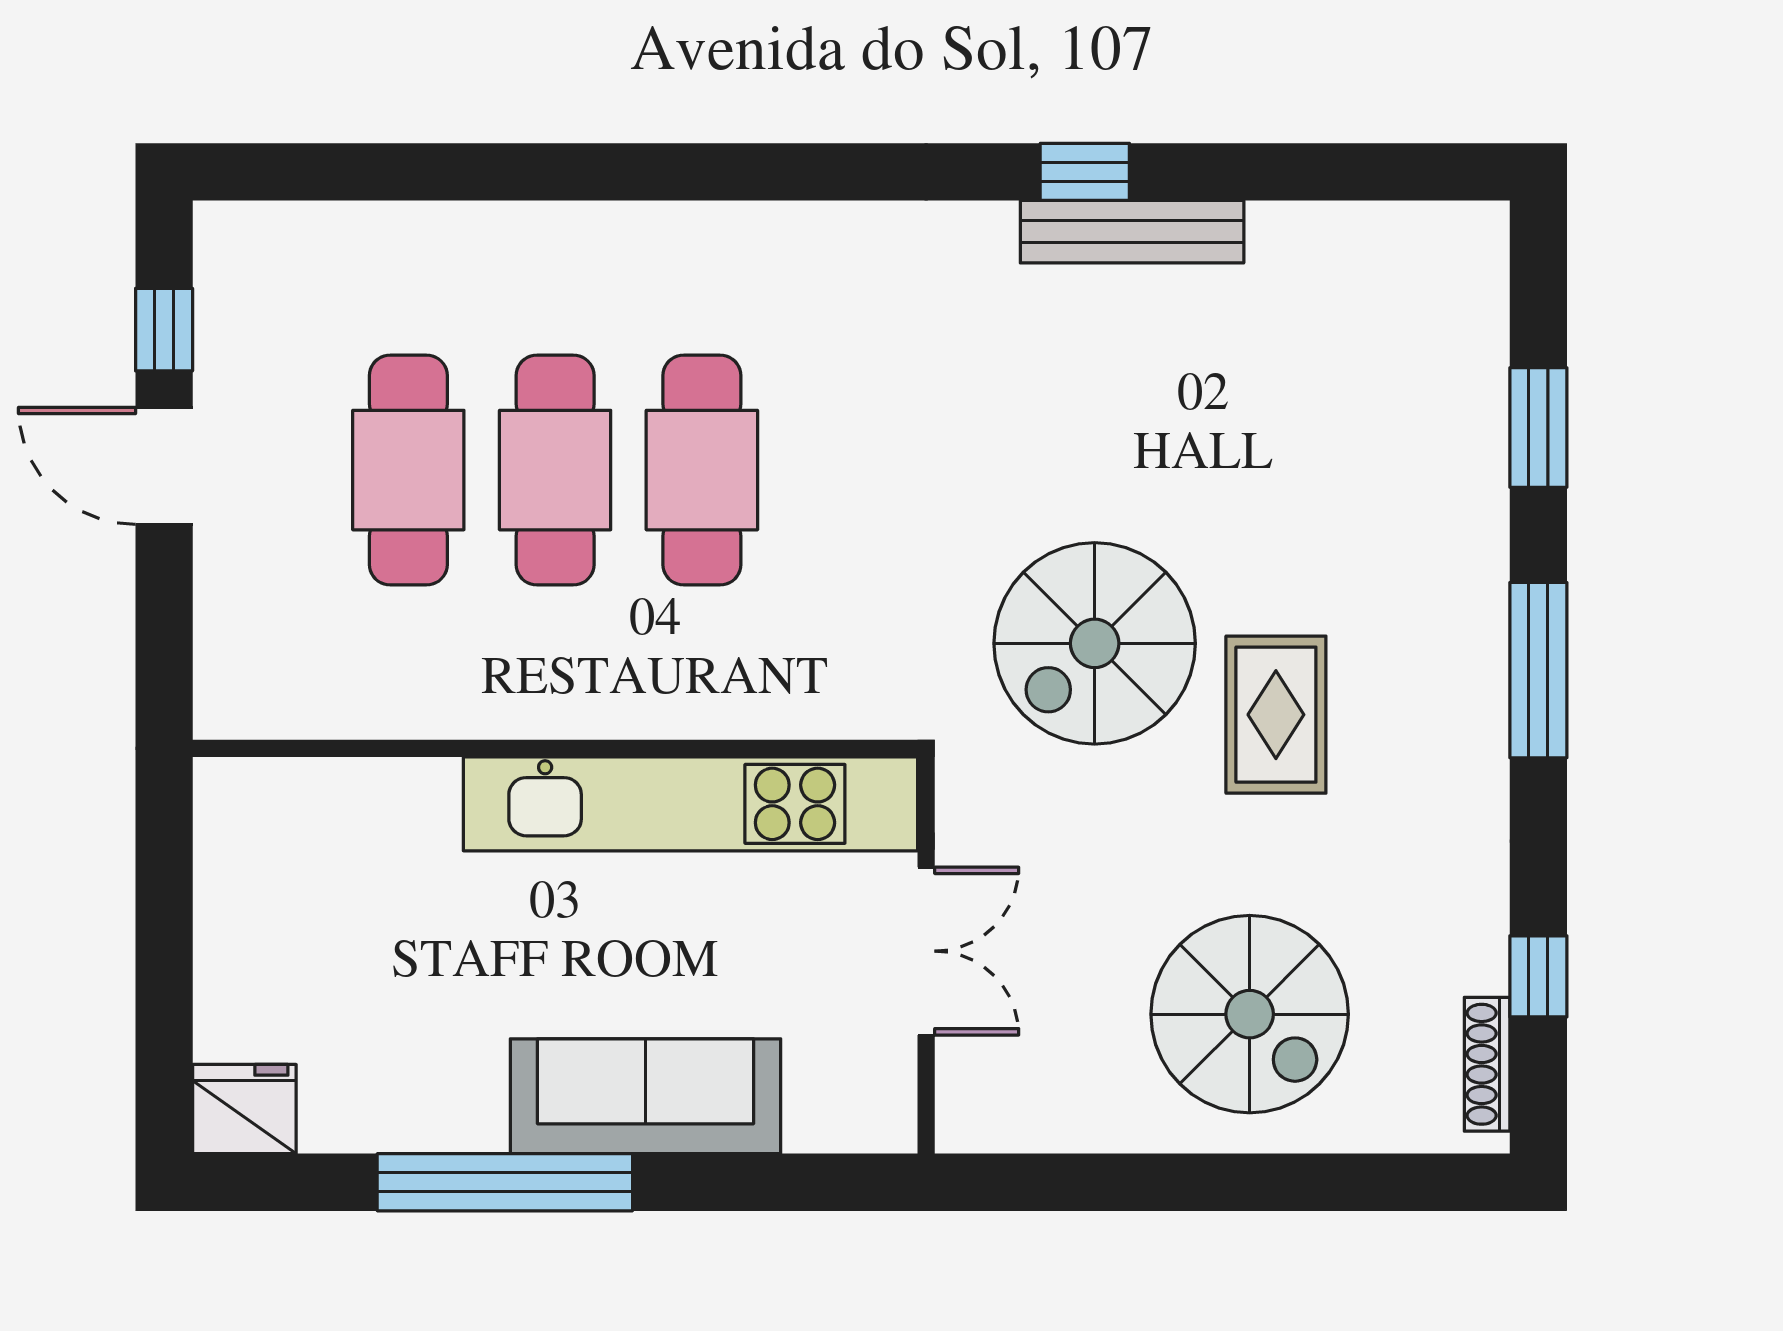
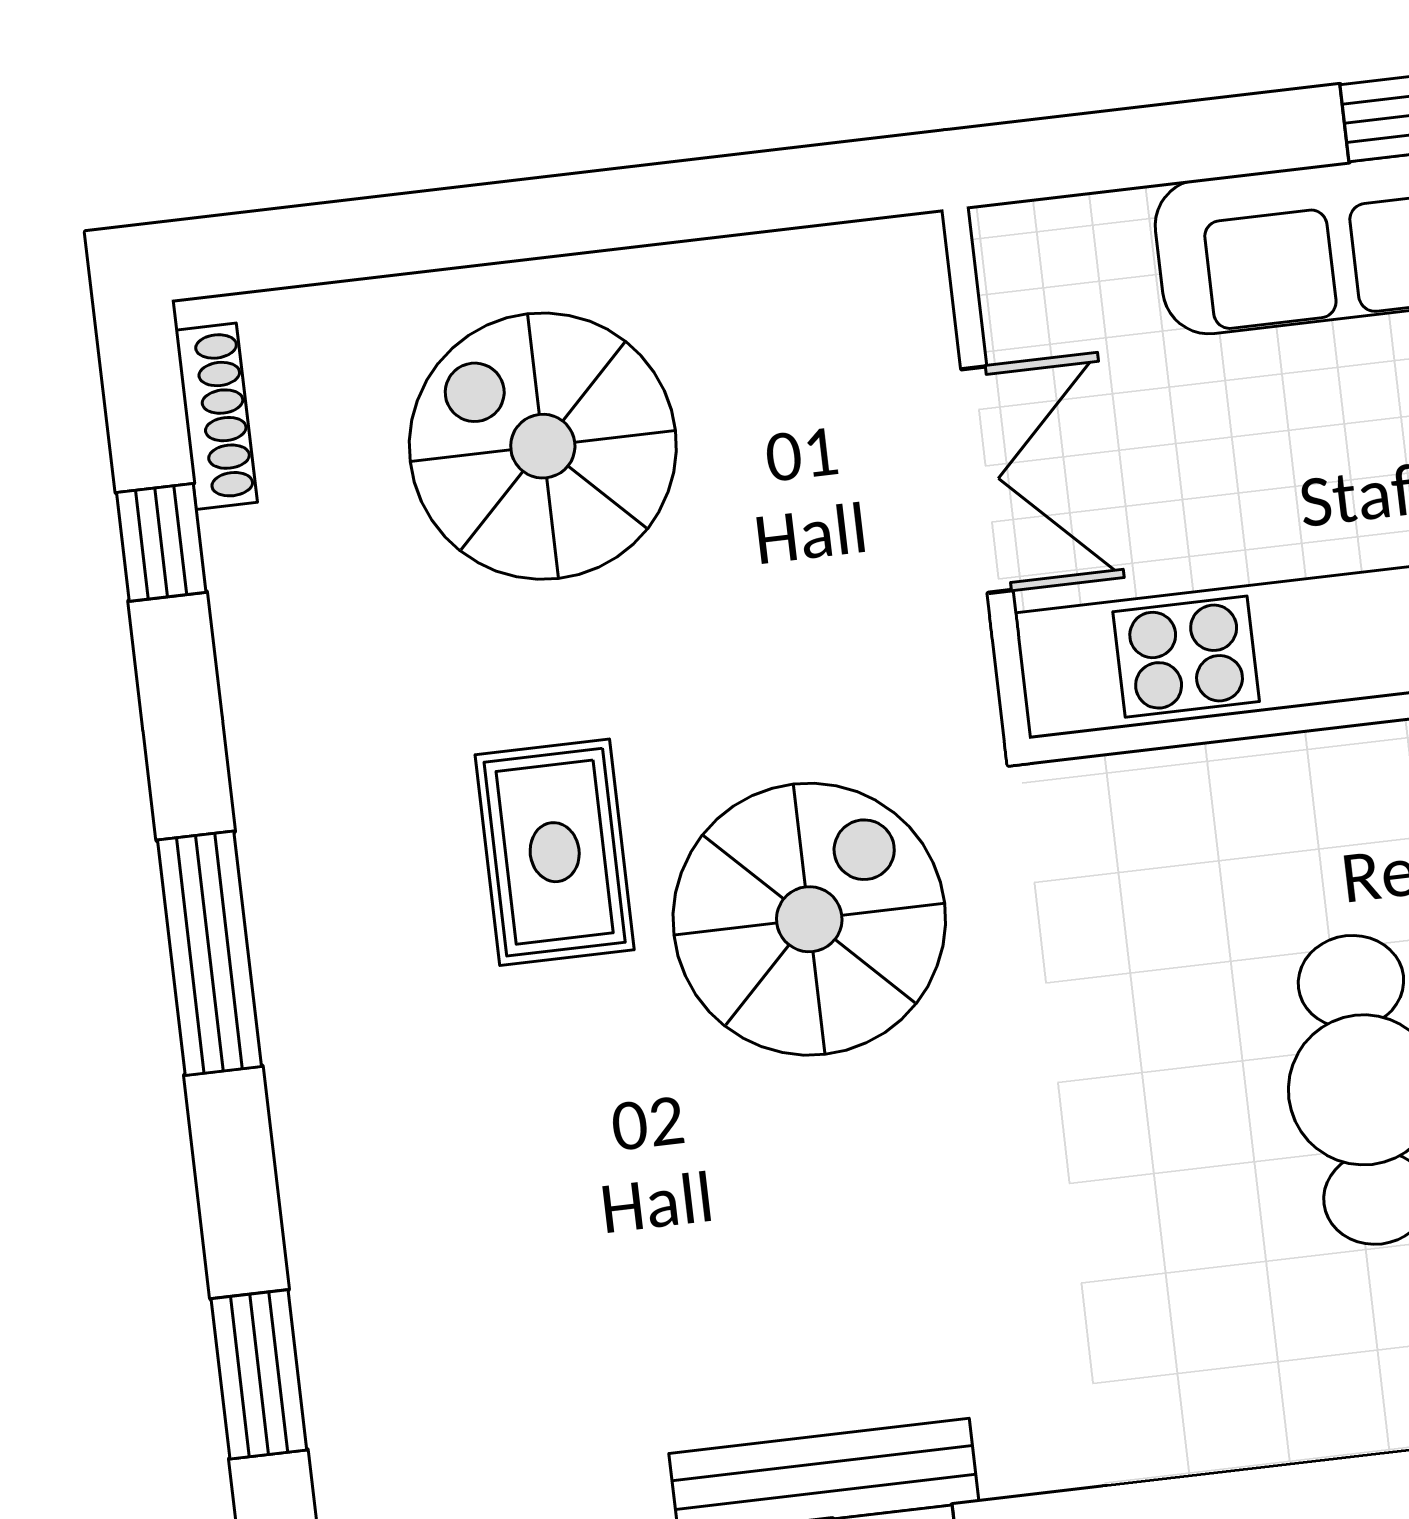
window: (1538, 427) -> (259, 1374), moved
double door: (926, 951) -> (987, 480), swing flipped

